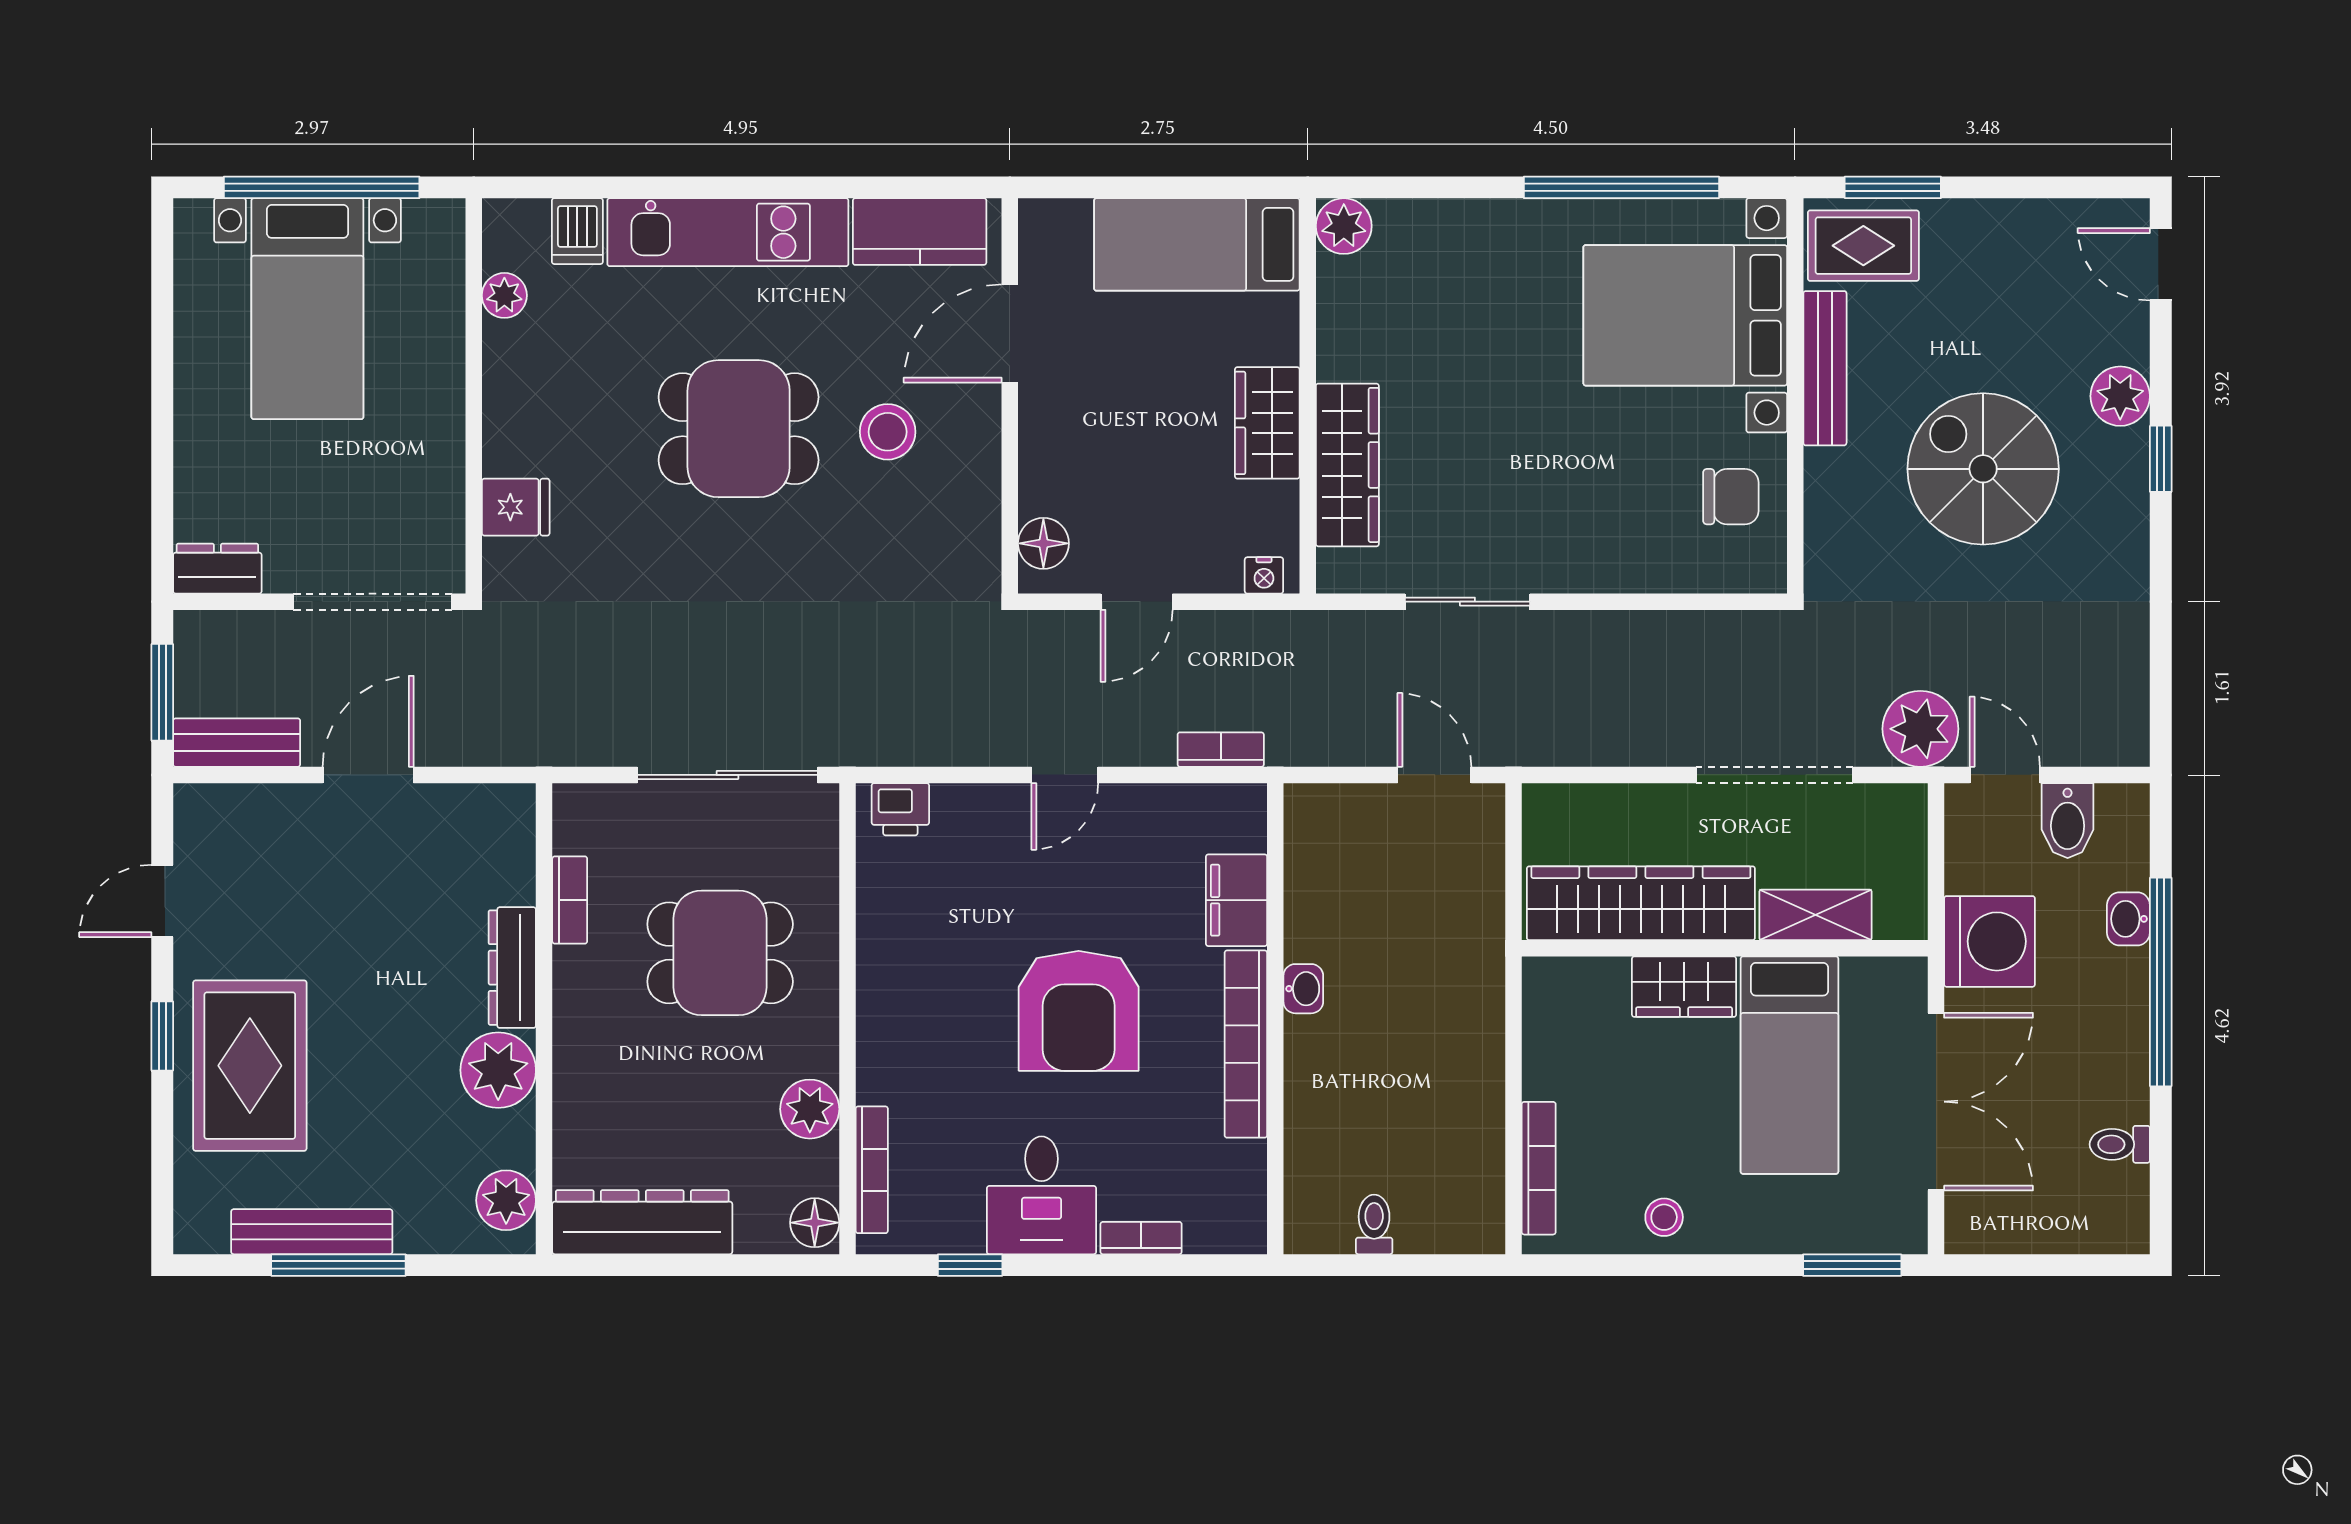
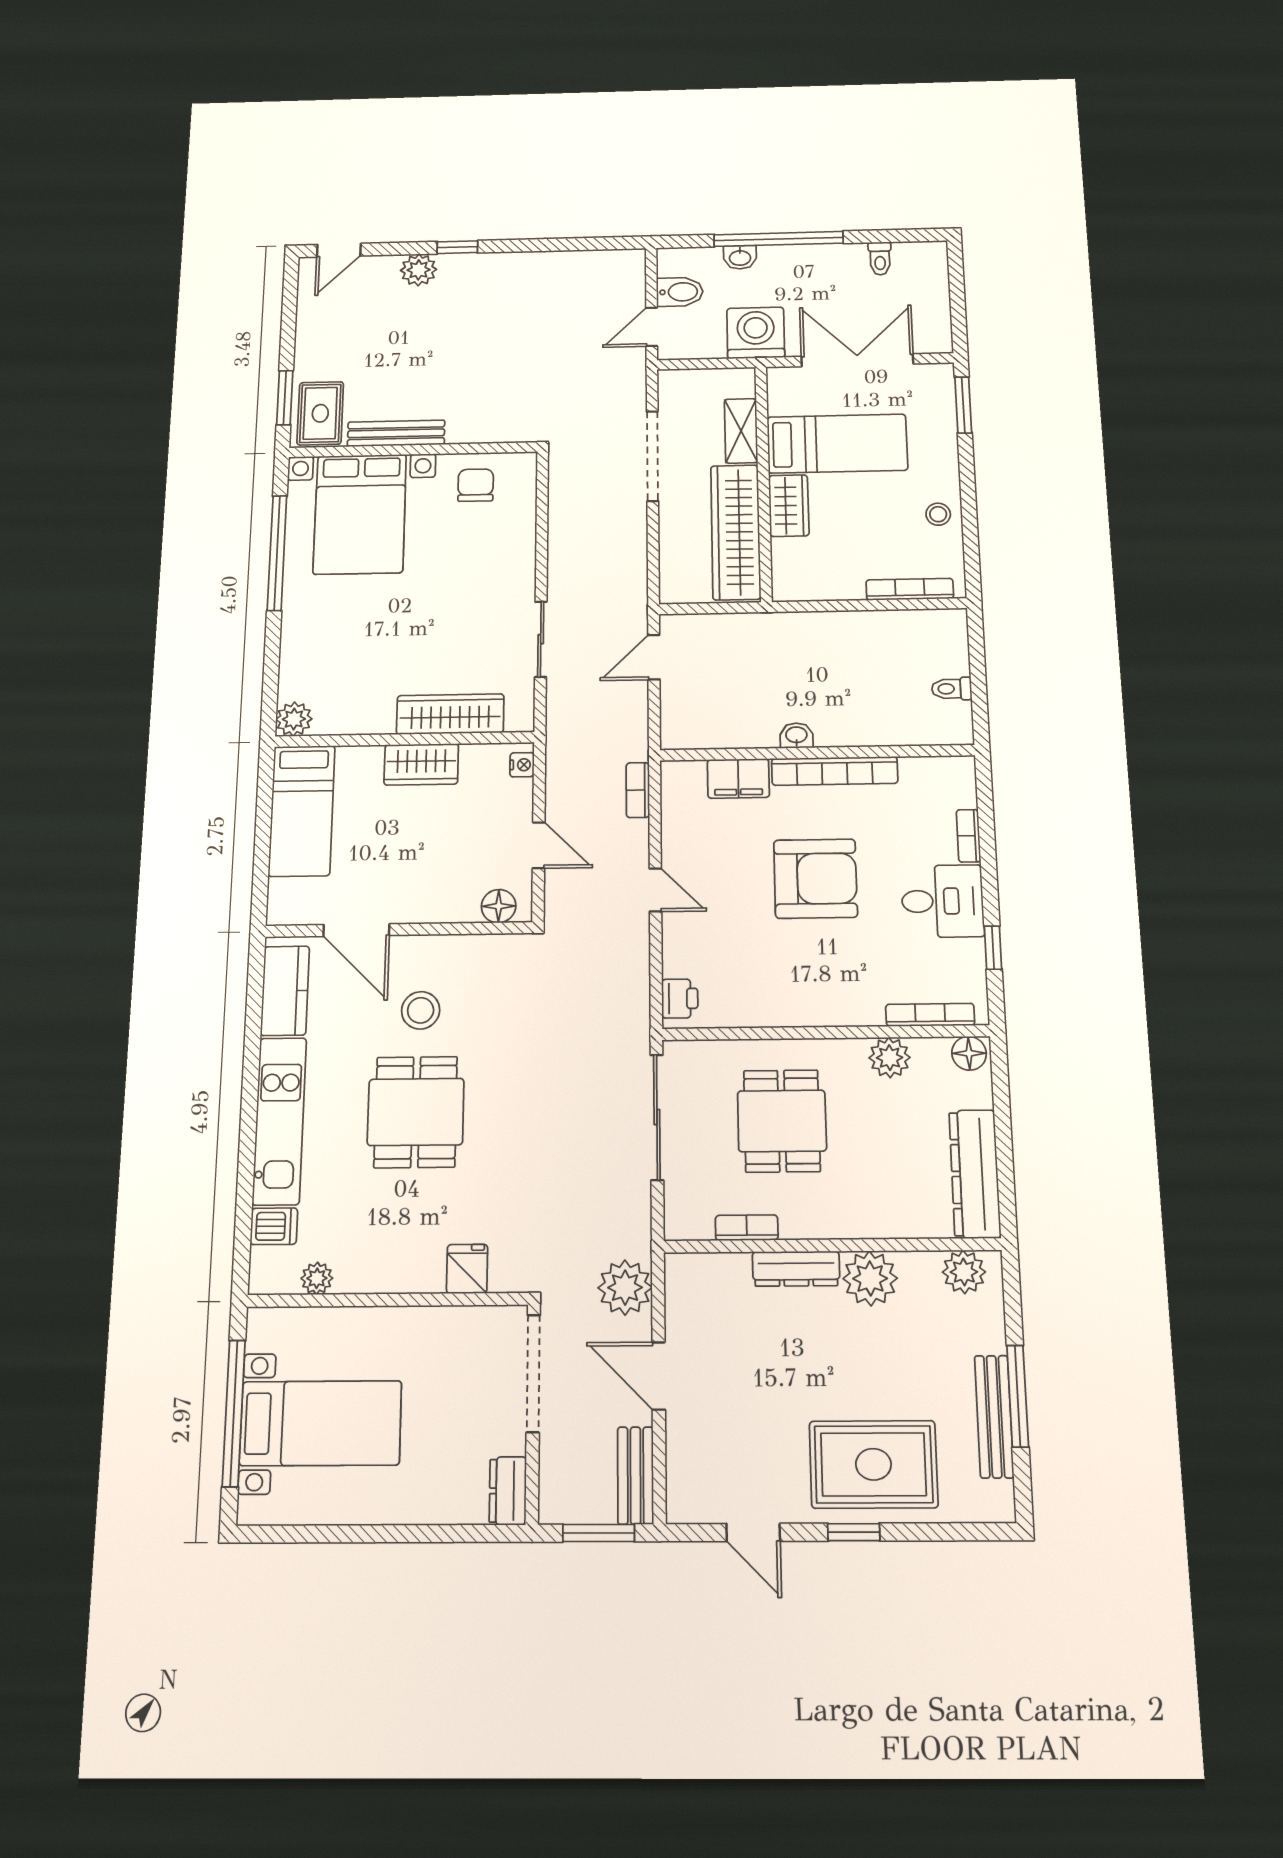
spiral stairs: (1983, 469) -> (461, 343), removed
plant: (1920, 729) -> (625, 1288), moved

